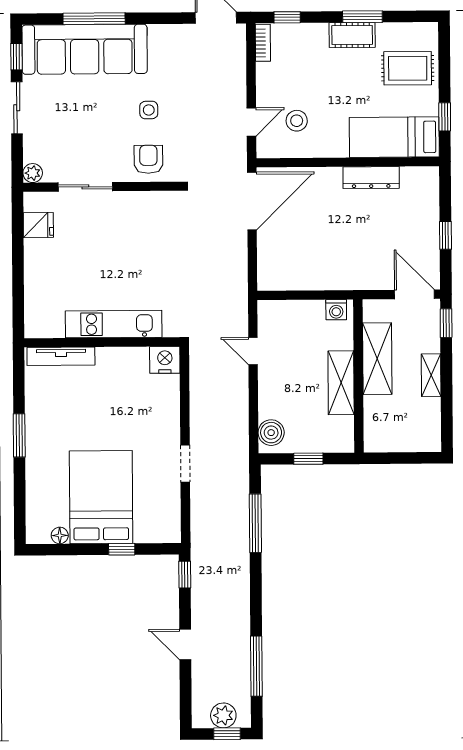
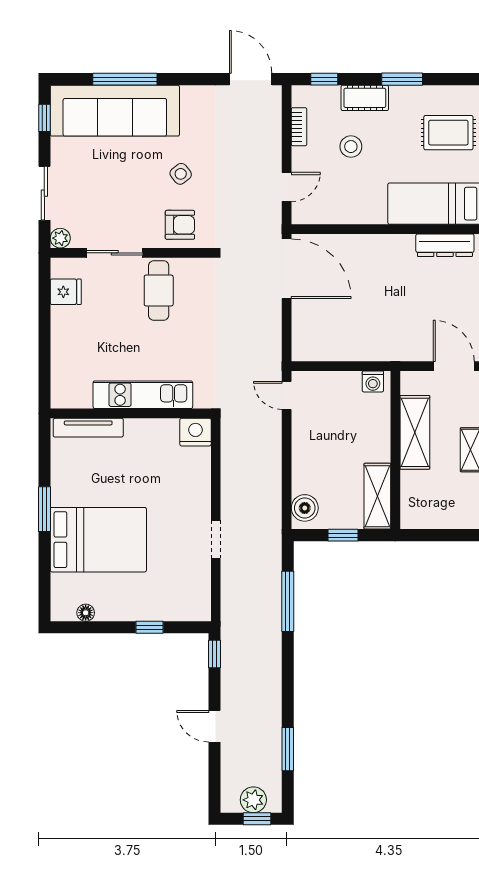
cot: (352, 35) -> (365, 98), moved
bookcase: (263, 43) -> (299, 127), moved
sliding door: (17, 108) -> (44, 193), moved
side table: (149, 110) -> (181, 174), turned -38
stool: (297, 121) -> (351, 147), moved
armchair: (148, 159) -> (180, 225), turned 90
dresser: (371, 178) -> (445, 245), moved
door: (252, 201) -> (287, 269), hinge flipped
cafe table: (128, 223) -> (159, 291), added
door: (253, 351) -> (287, 395), moved
shelving: (341, 383) -> (377, 496), moved
bed: (101, 497) -> (98, 540), moved, turned 90
window: (256, 666) -> (288, 749), width x0.69

